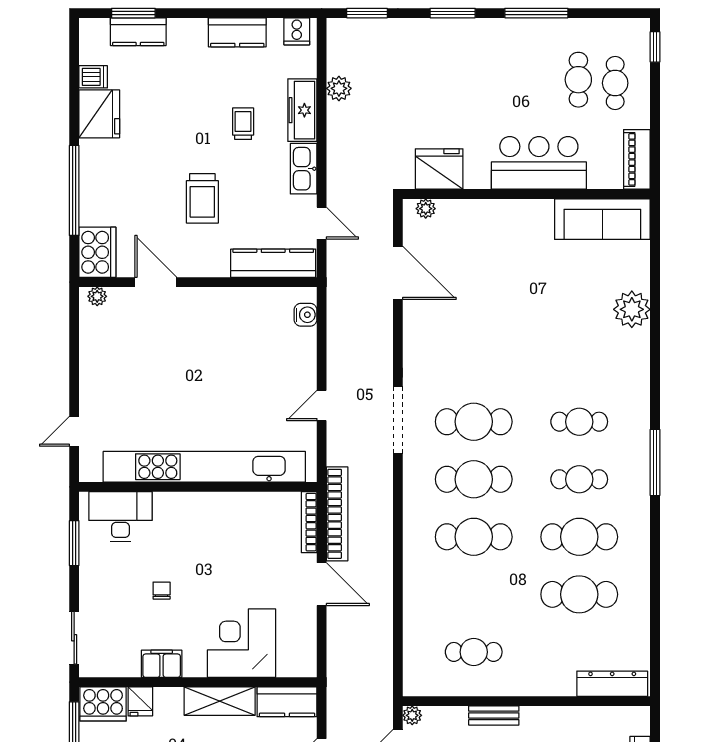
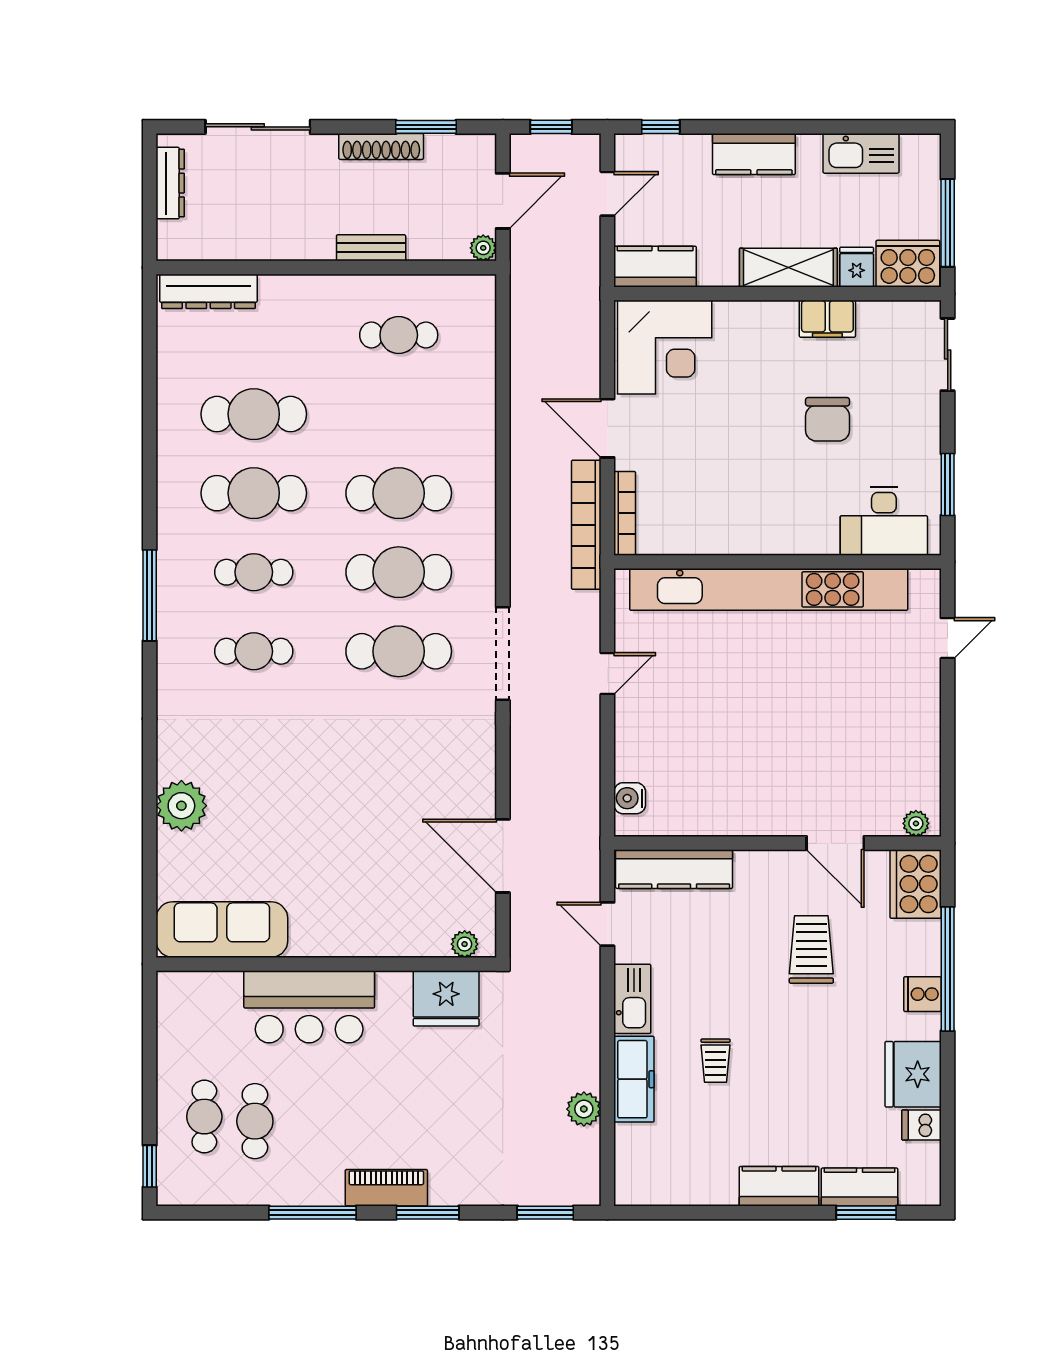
cooker: (297, 31) -> (922, 994), moved, turned -90
kitchen counter: (237, 32) -> (779, 1186), moved
piano: (637, 159) -> (386, 1188), moved, turned -90
trolley: (202, 198) -> (811, 949), moved
chair: (162, 591) -> (827, 419), width x1.87, depth x1.87
corner desk: (242, 643) -> (665, 347), moved
shelving: (220, 701) -> (788, 268), moved

